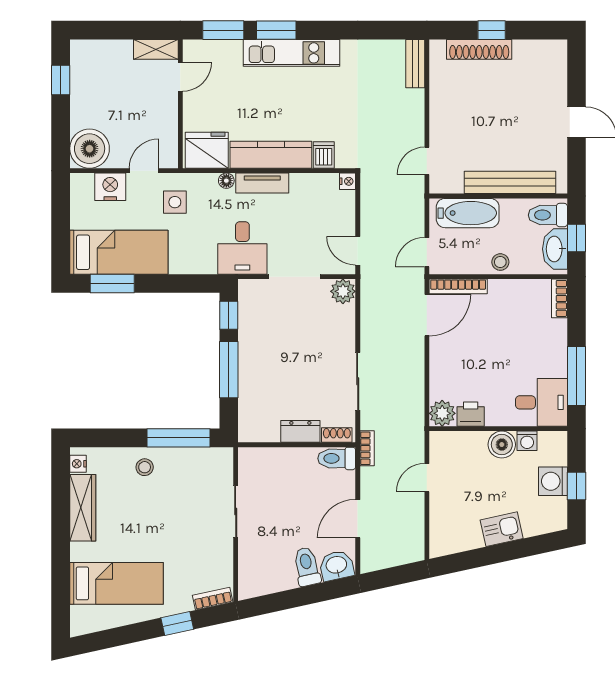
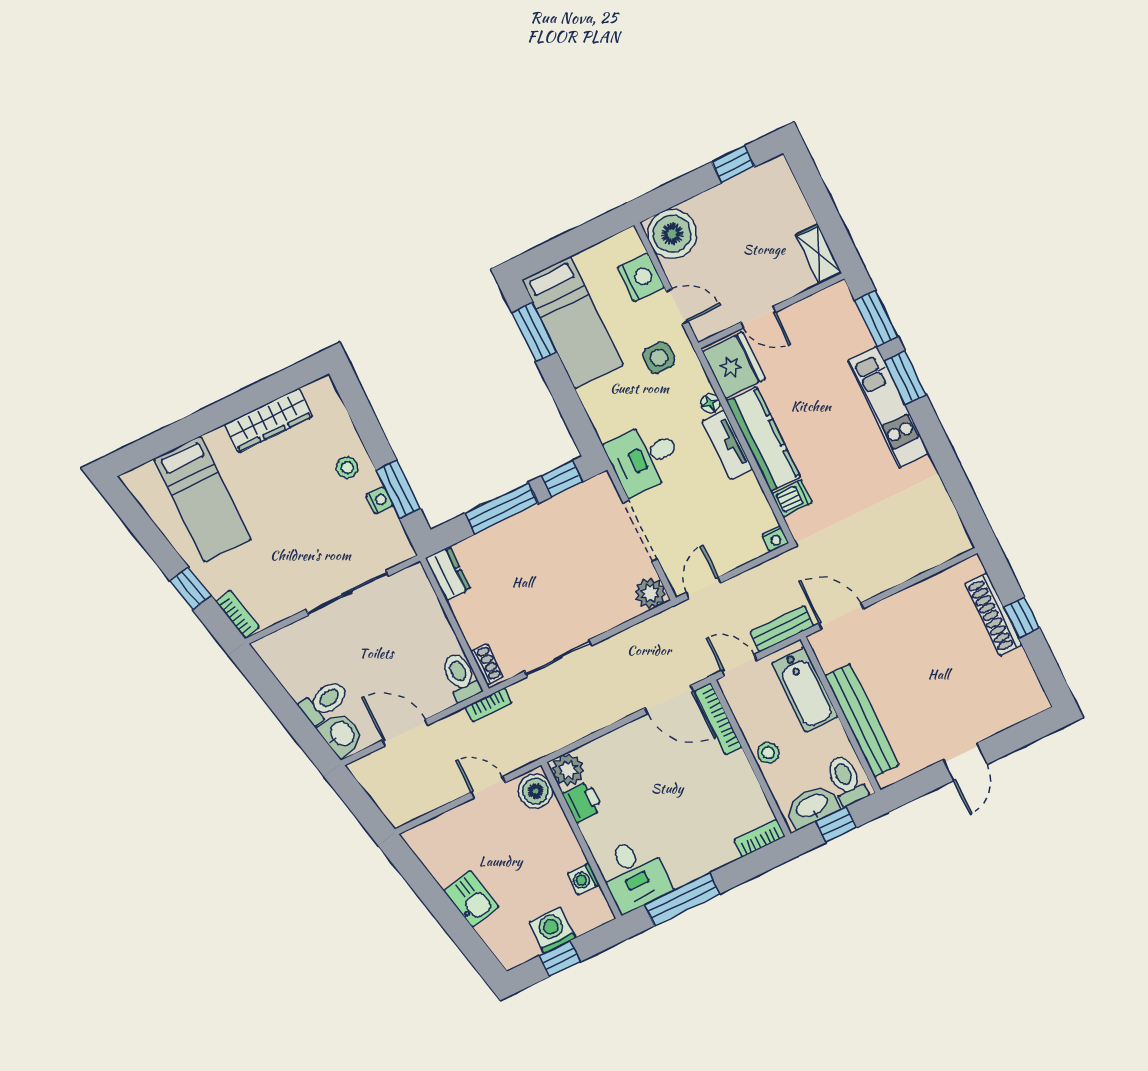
bench: (415, 64) -> (782, 629), moved
door: (180, 77) -> (758, 317), moved
door: (427, 161) -> (841, 616), width x1.38
dresser: (300, 431) -> (448, 574), moved
window: (179, 438) -> (398, 489), width x0.69
boiler: (502, 445) -> (536, 791), moved
nightstand: (78, 464) -> (379, 500), moved, turned 90
sliding door: (236, 511) -> (347, 593), width x1.37

